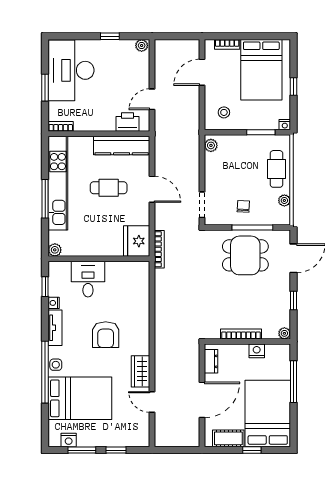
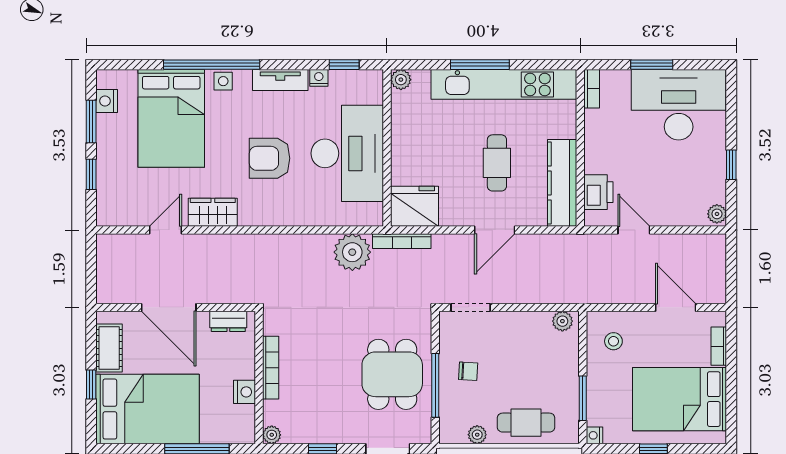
desk: (88, 279) -> (347, 153), width x1.87, depth x1.30
plant: (166, 281) -> (352, 252), added

